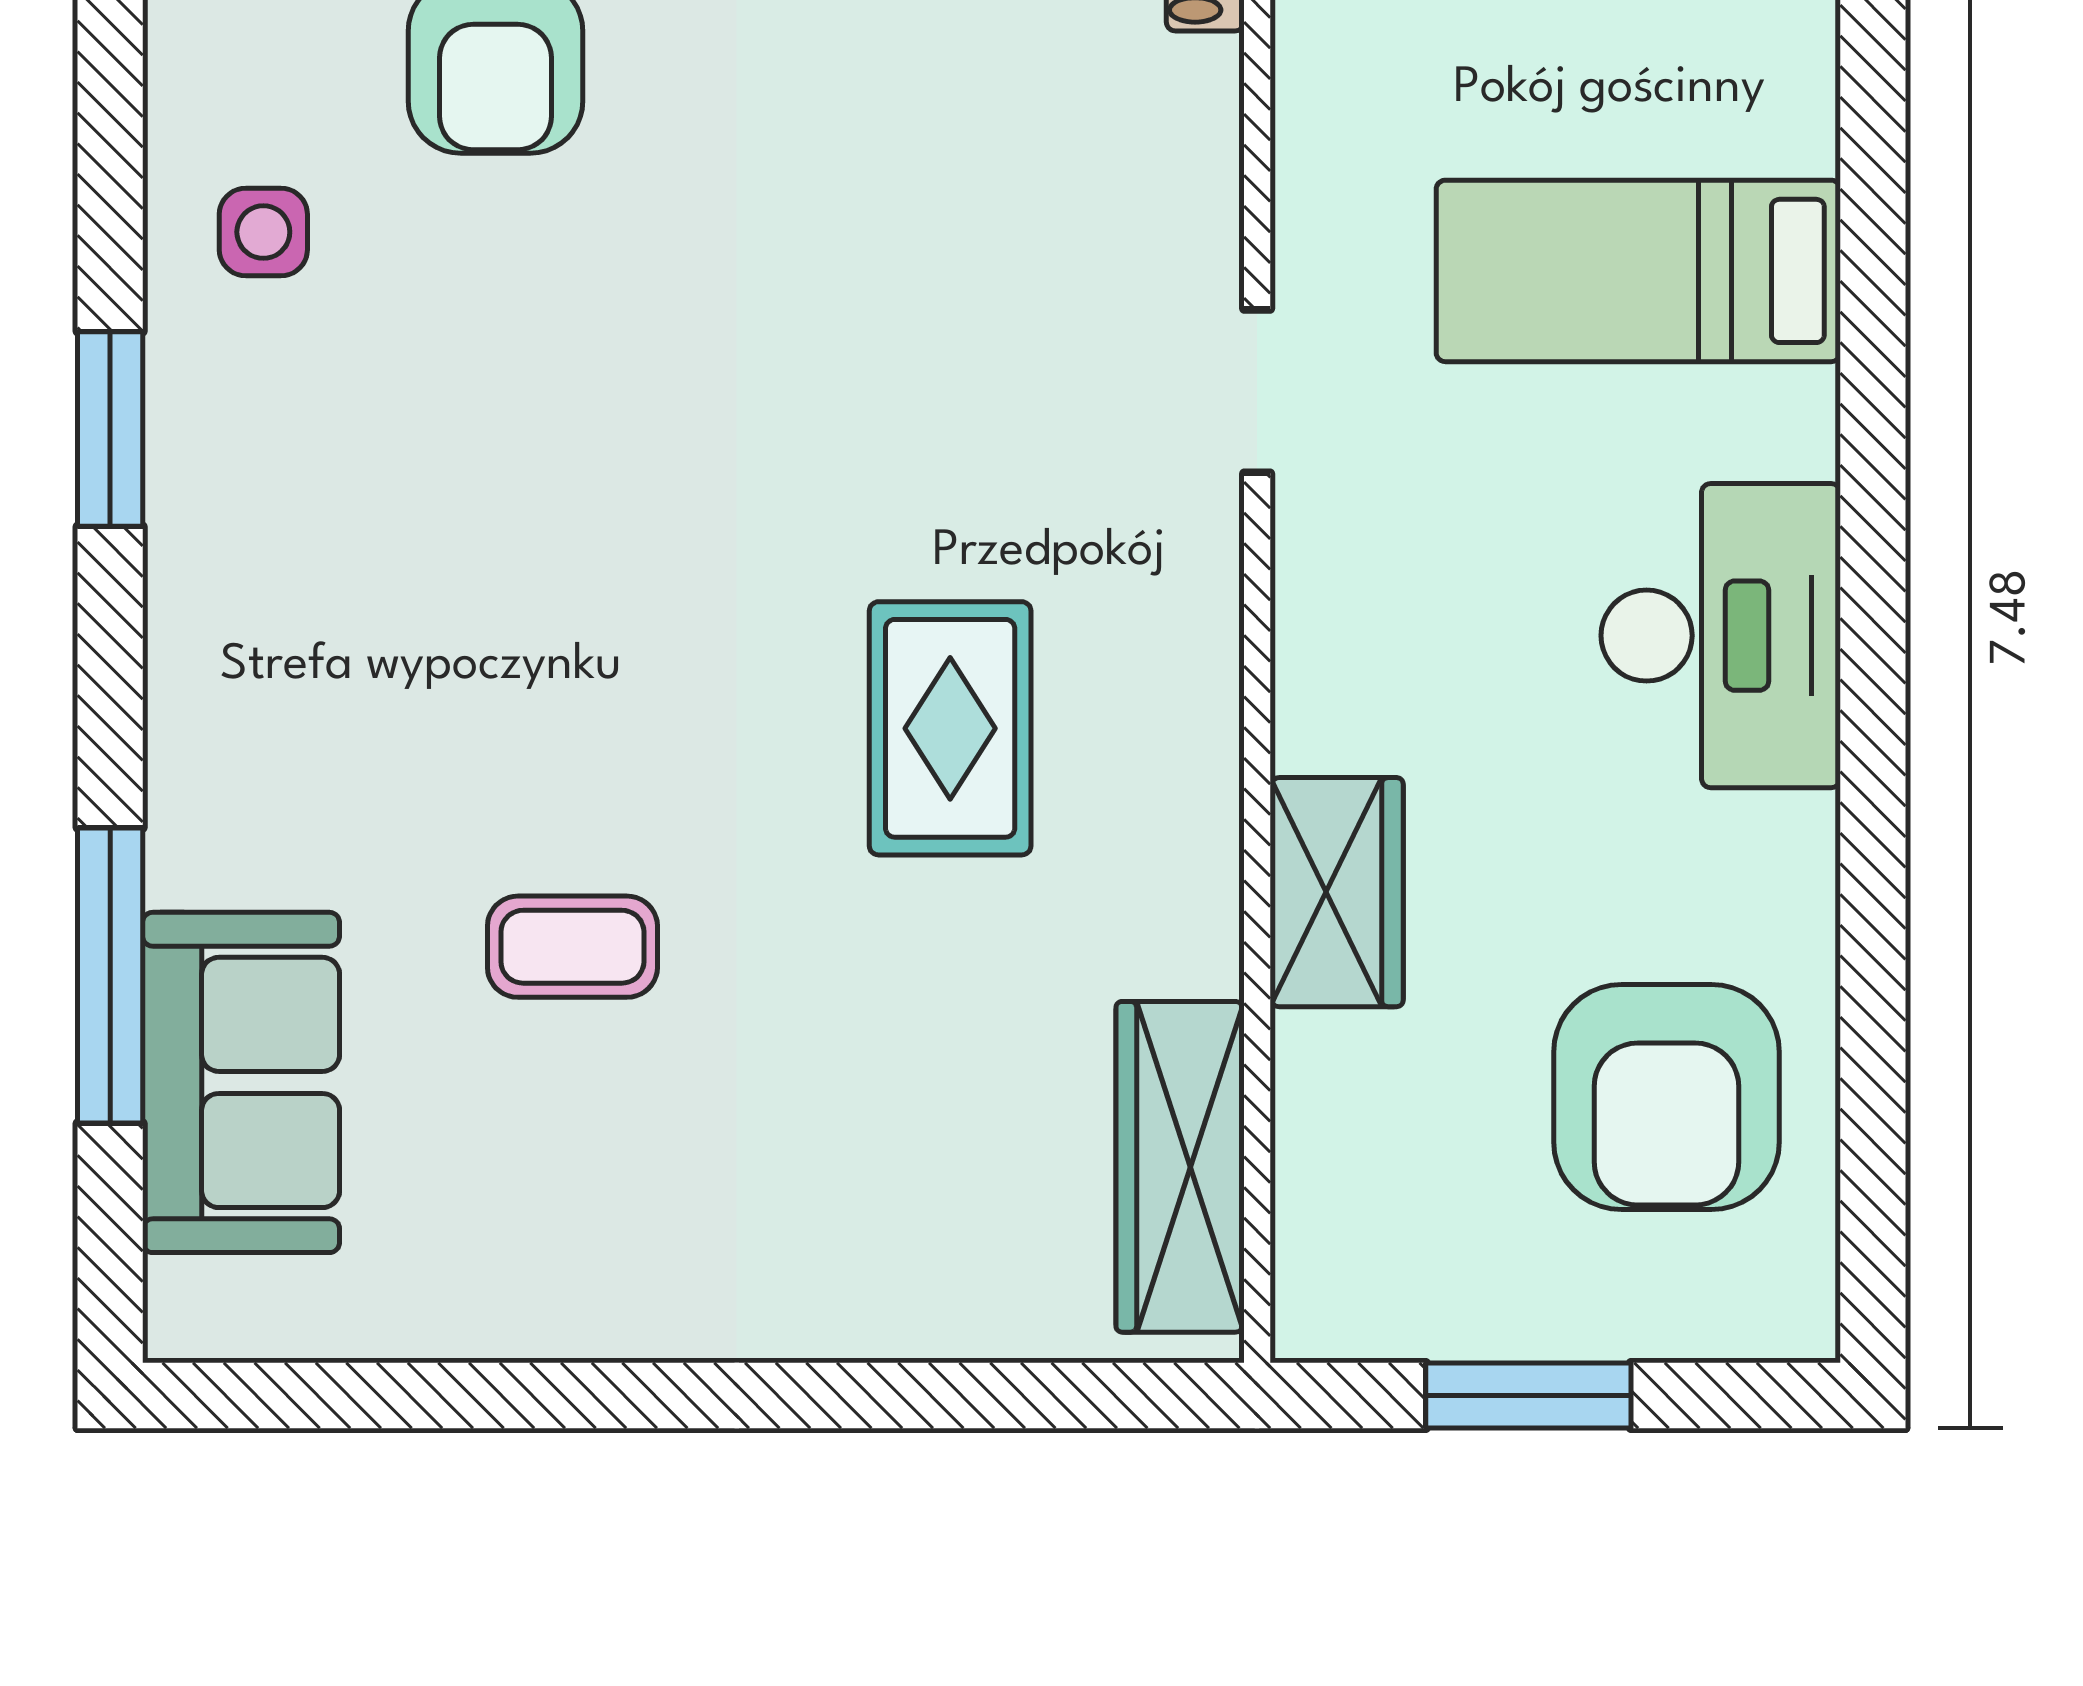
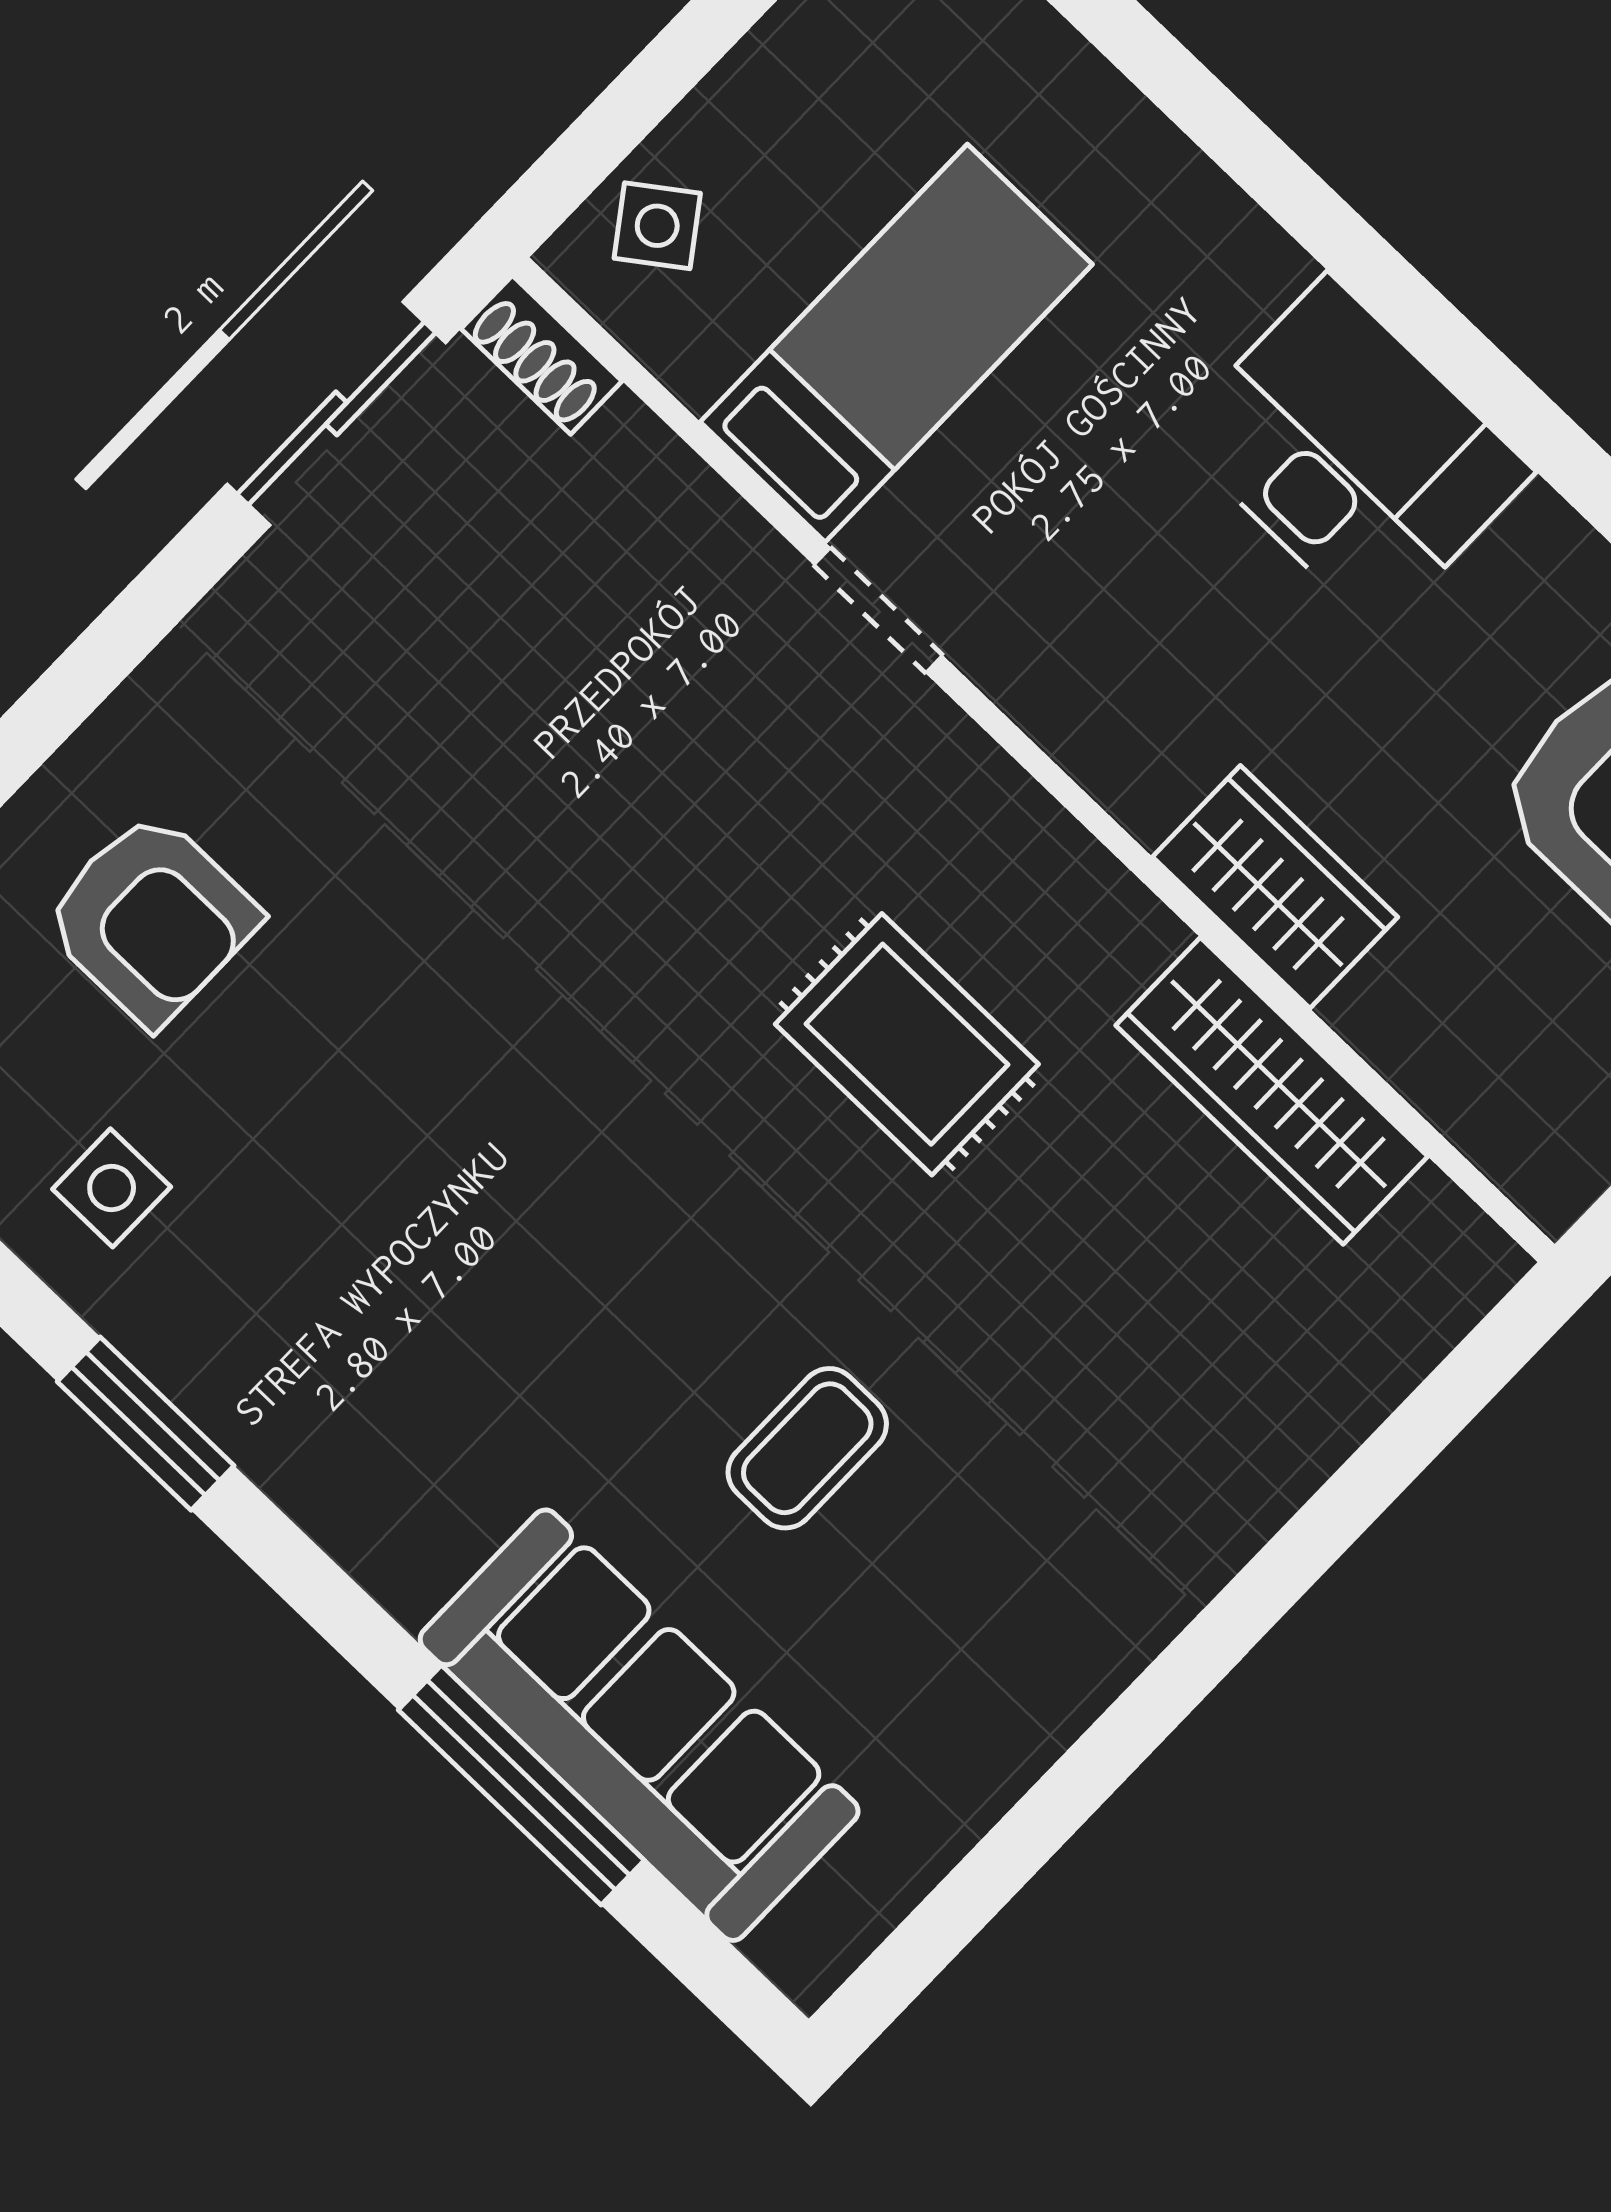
bed: (1638, 271) -> (896, 343), moved, turned 180
sofa: (241, 1082) -> (639, 1725), width x1.36
wardrobe: (1180, 1167) -> (1272, 1091), moved

